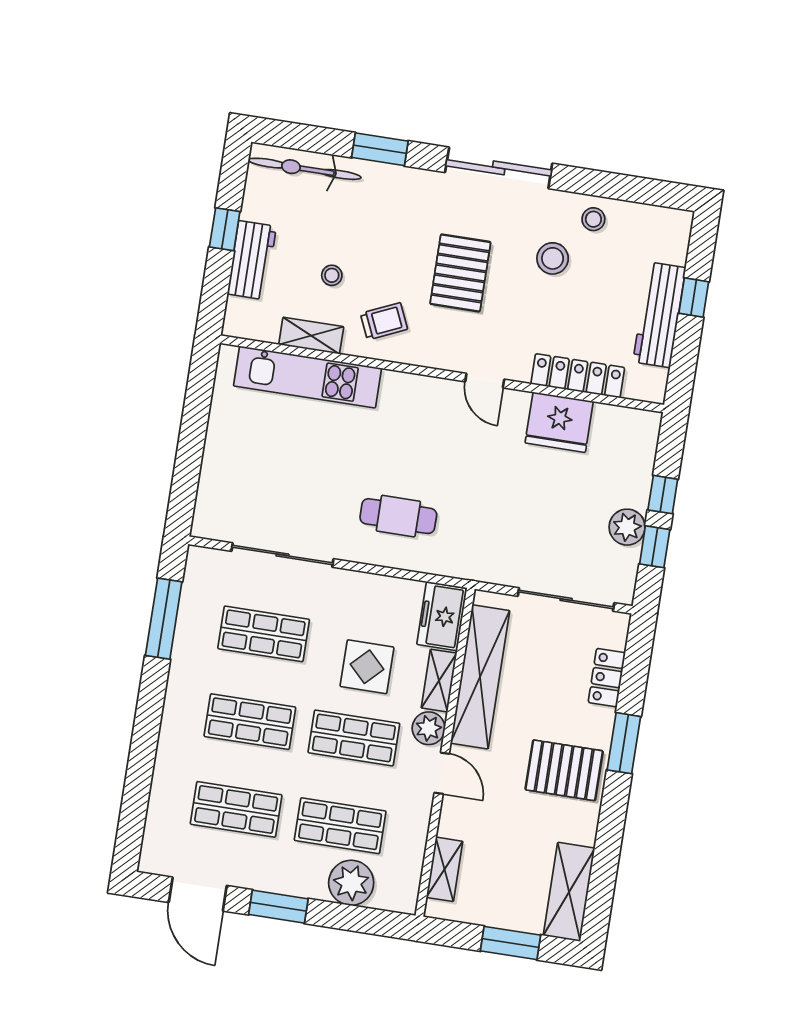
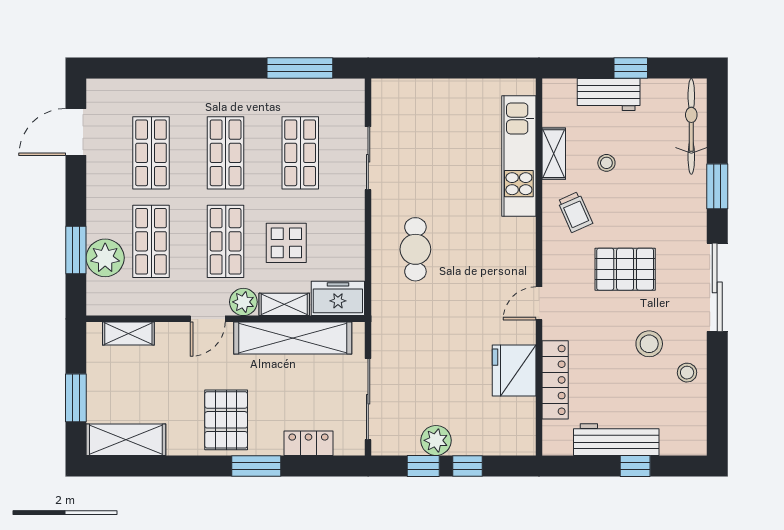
sliding door: (282, 555) -> (368, 158), width x0.73
window: (278, 907) -> (76, 250), moved

